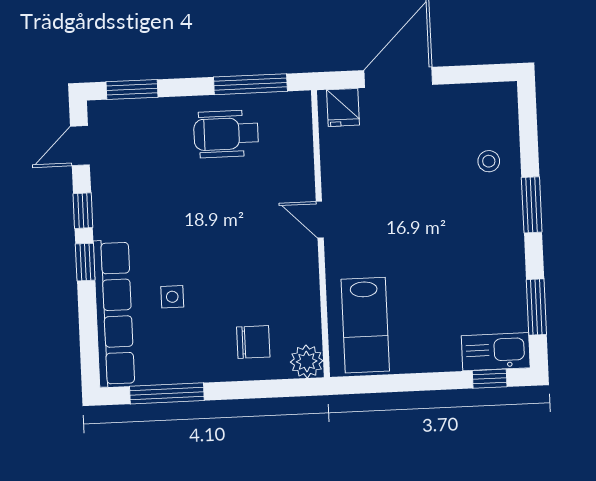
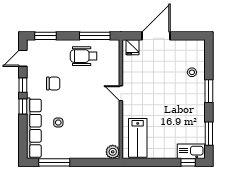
chair: (253, 342) -> (53, 83), moved

